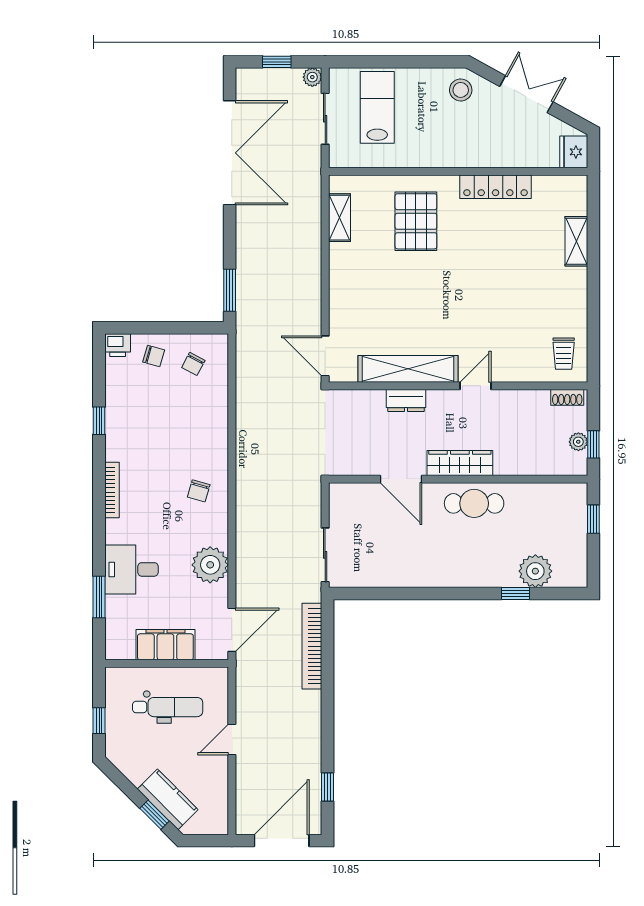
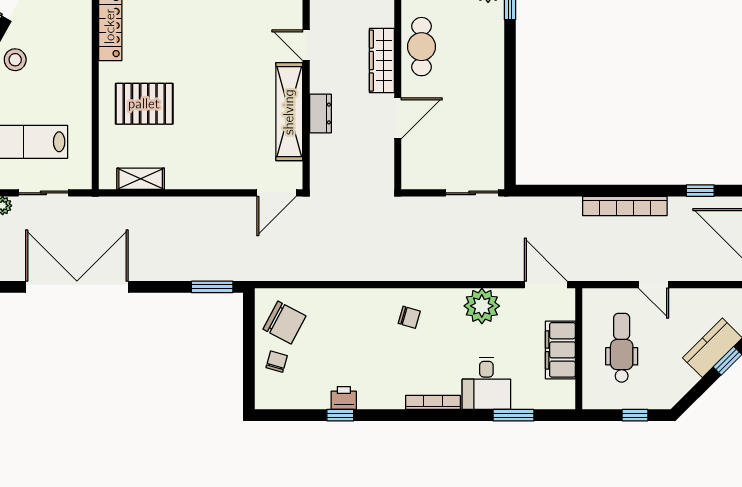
printer: (118, 345) -> (344, 398), moved, turned -90
chair: (193, 364) -> (284, 323), width x1.87, depth x1.87
bookcase: (112, 490) -> (433, 402), moved
bookcase: (312, 646) -> (625, 206), moved

